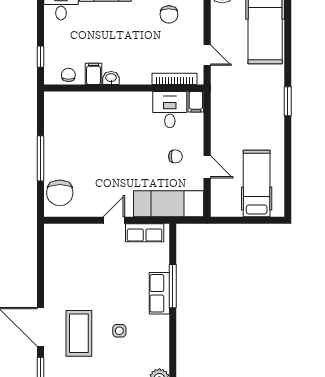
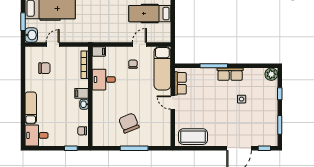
door: (207, 55) -> (53, 44), moved
filing cabinet: (93, 74) -> (81, 93), moved
desk: (170, 110) -> (104, 80), moved
chair: (60, 193) -> (129, 123), moved, turned -112
row of seats: (159, 293) -> (230, 74), moved
coffee table: (79, 333) -> (193, 137), moved

